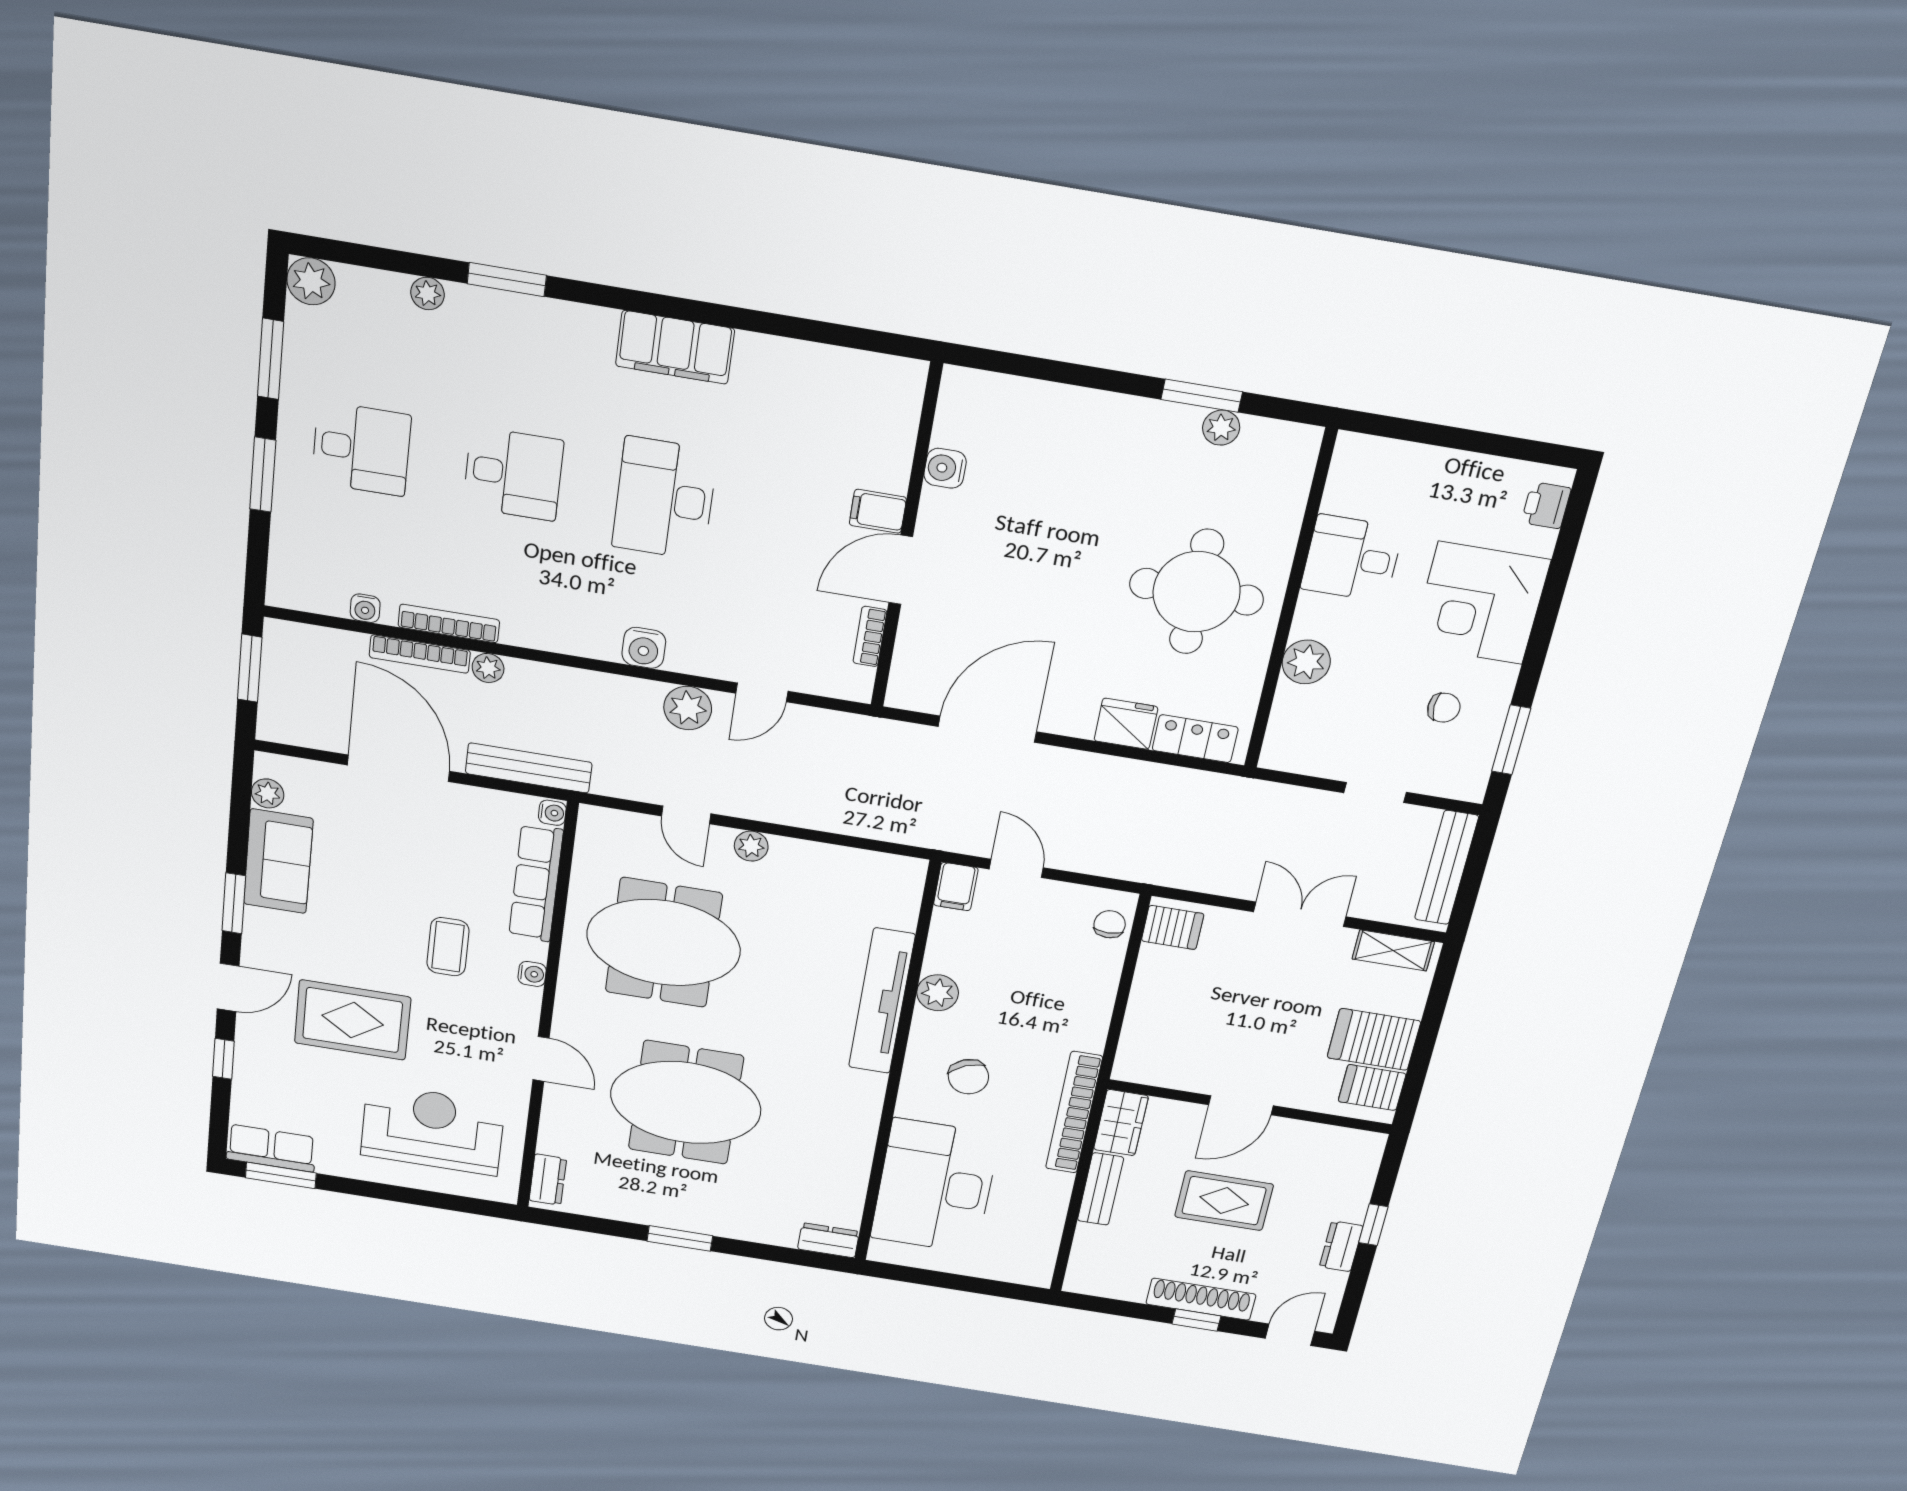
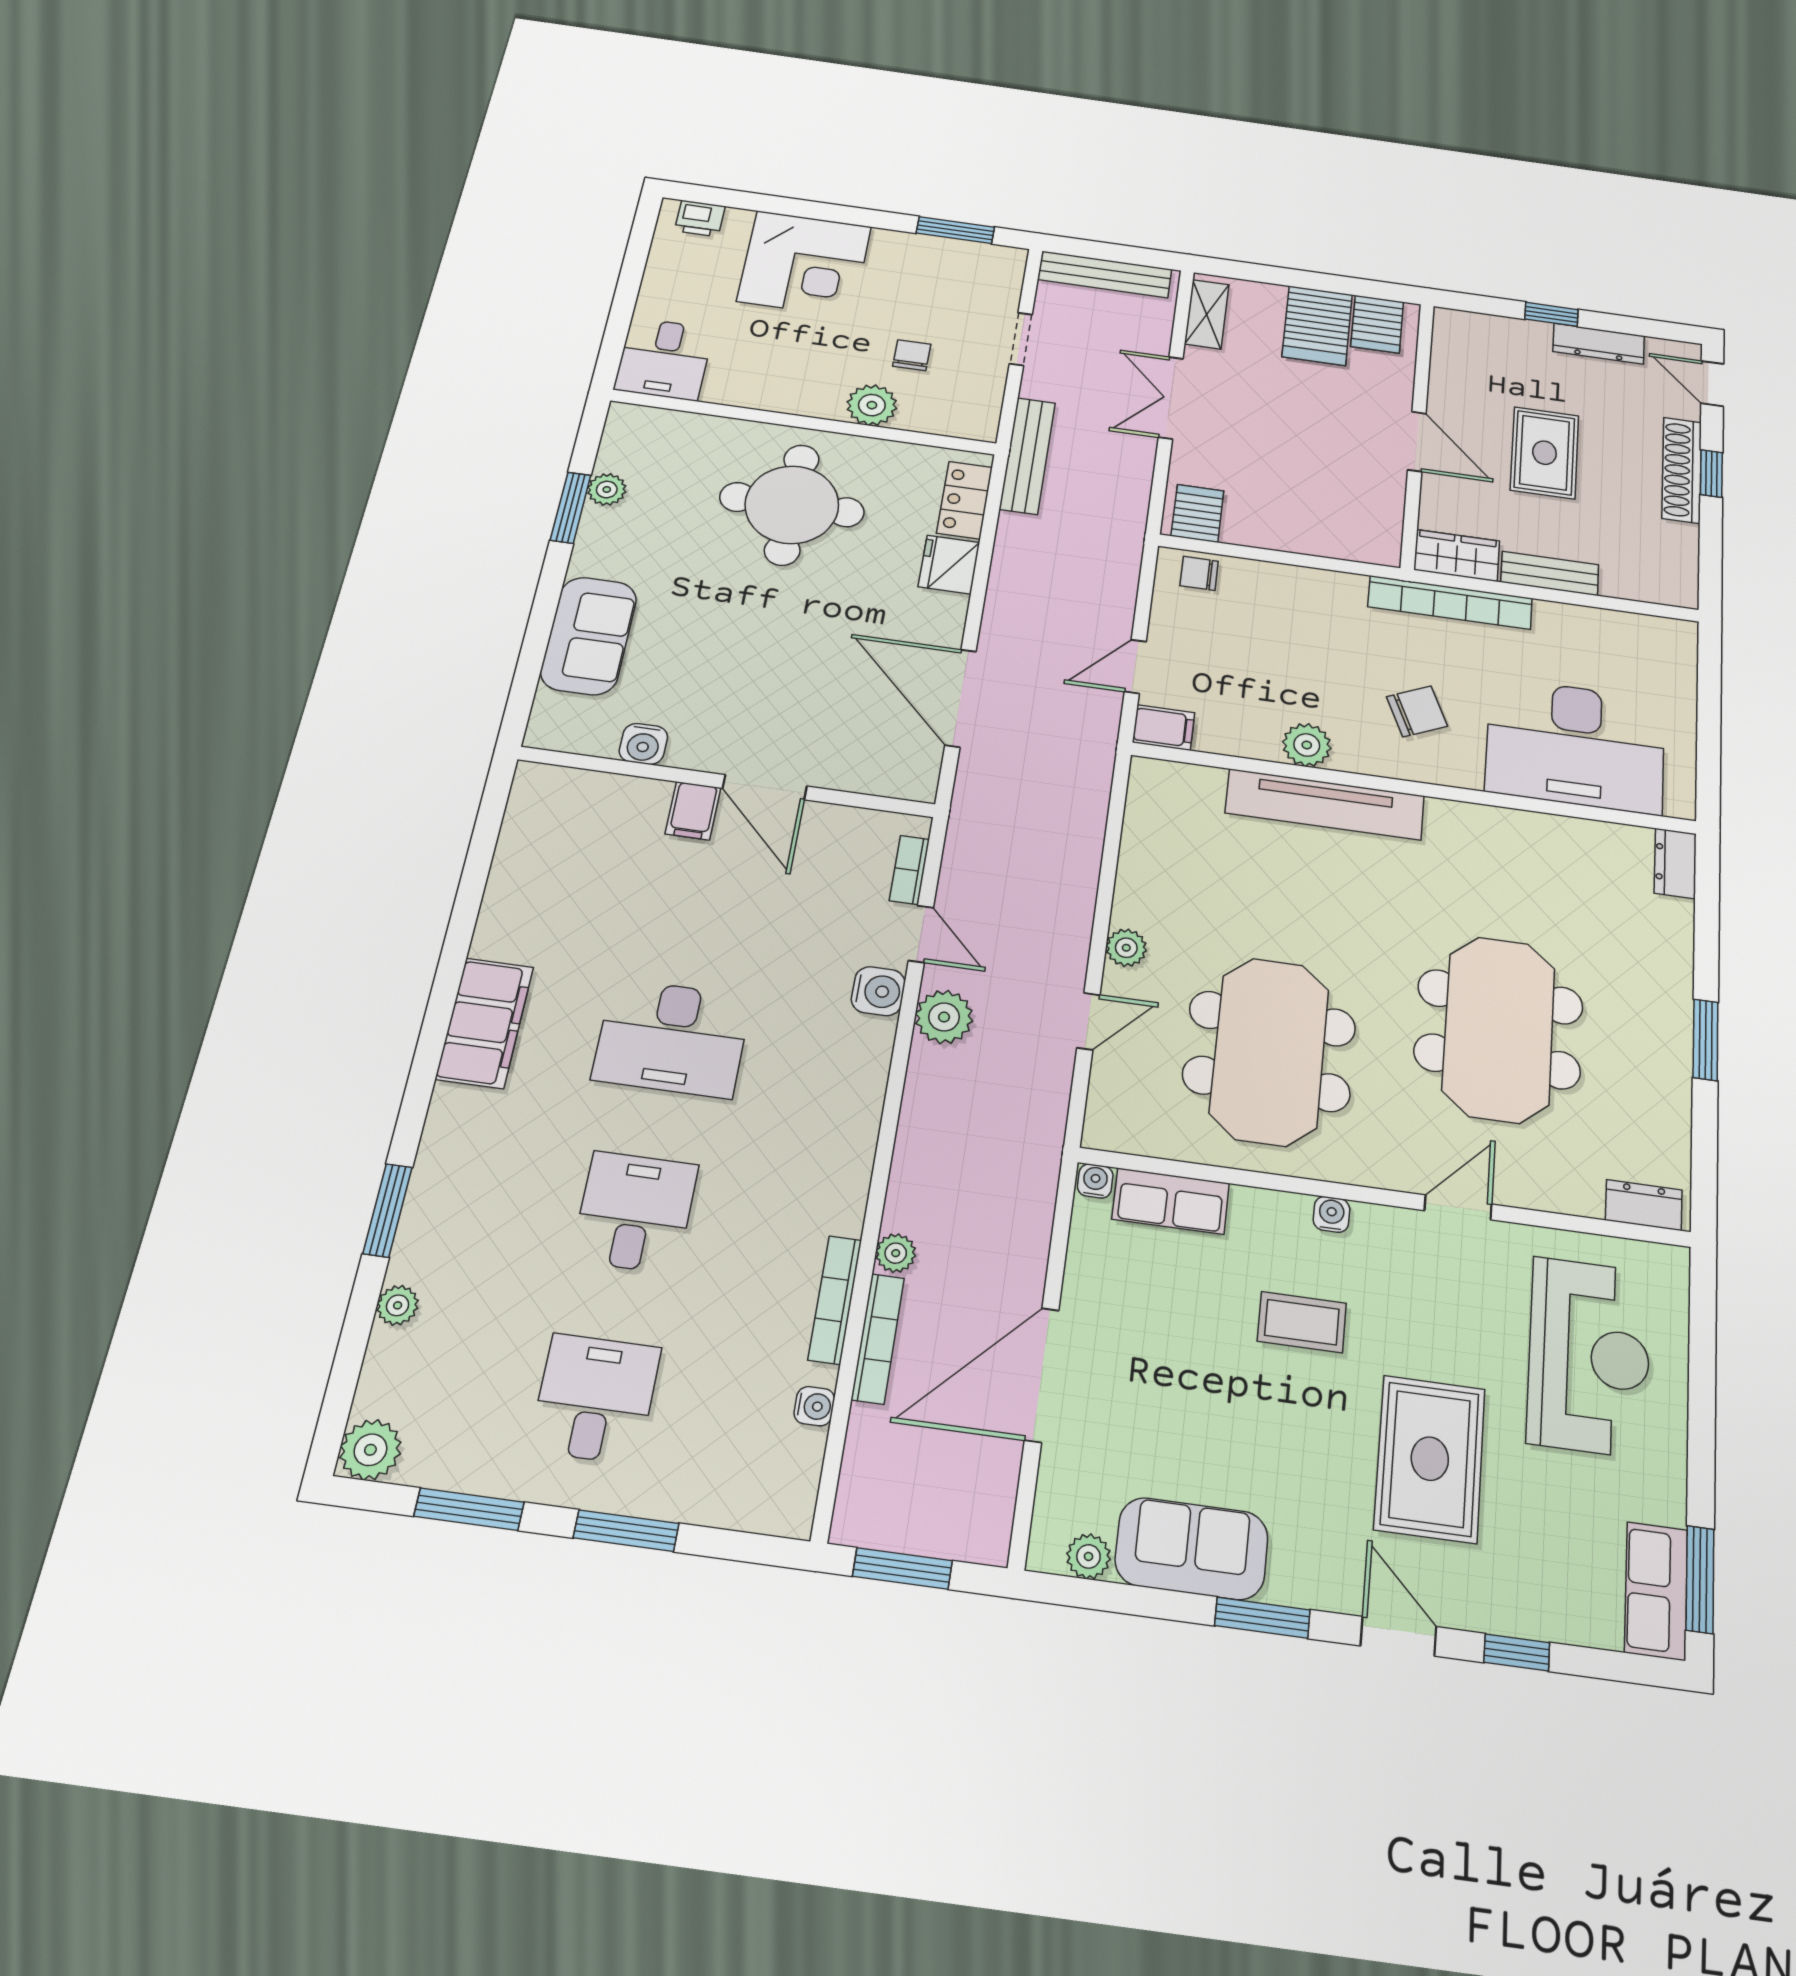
sofa: (1059, 417) -> (589, 636), added
desk: (1352, 558) -> (664, 359), moved
bookcase: (870, 636) -> (909, 870), moved, turned 90
water cooler: (644, 648) -> (878, 991), moved
chair: (1444, 708) -> (912, 355), moved
bench: (529, 768) -> (1027, 456), moved
row of seats: (536, 883) -> (1171, 1201), width x0.68
reception desk: (433, 1130) -> (1589, 1356), turned 180
dresser: (1341, 1246) -> (1599, 344), width x1.44

